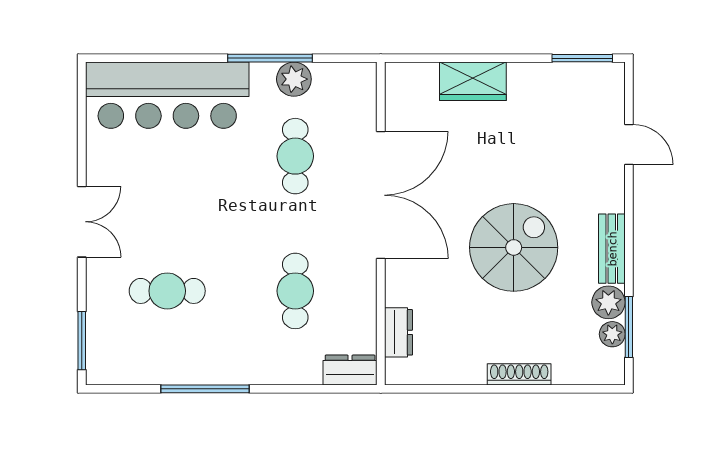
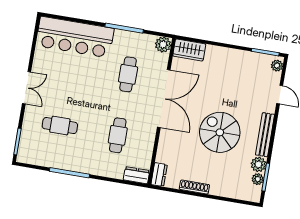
plant: (294, 79) -> (163, 45), moved
wardrobe: (473, 81) -> (189, 50), moved
plant: (612, 83) -> (277, 66), added
spiral stairs: (514, 247) -> (220, 132), turned -90
bench: (612, 249) -> (265, 135), width x1.36
dresser: (398, 332) -> (159, 175), moved
shoe rack: (519, 374) -> (194, 187), moved

